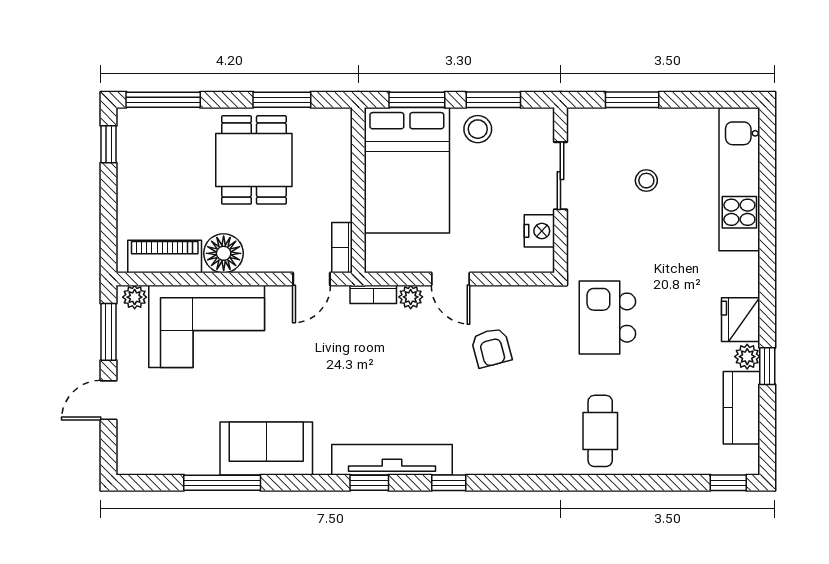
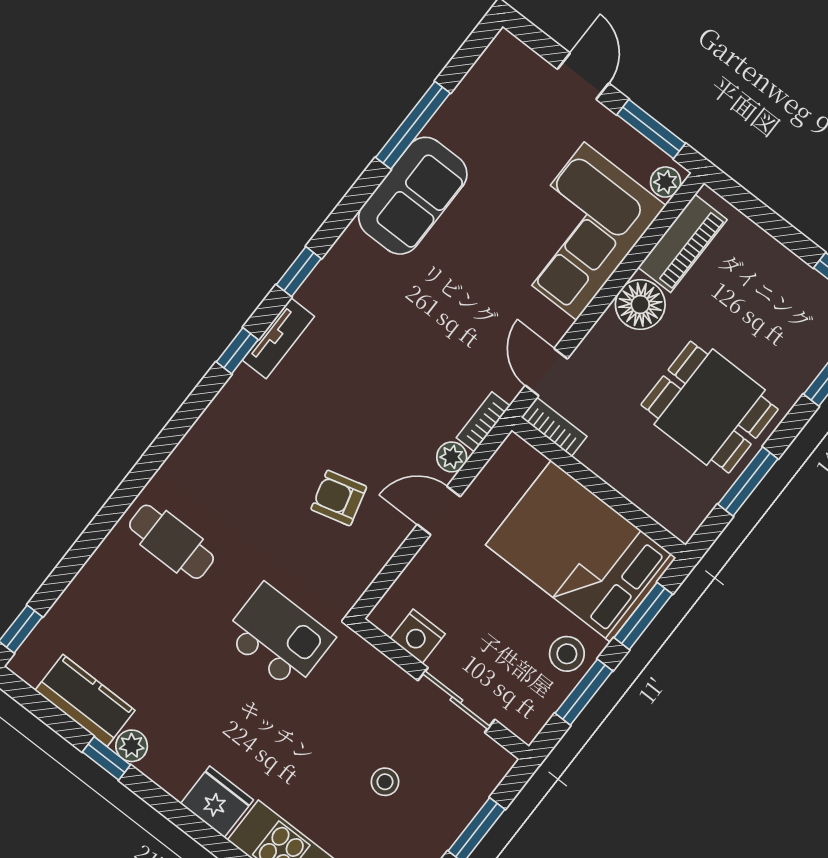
fridge: (741, 320) -> (217, 802), moved
tv unit: (392, 460) -> (278, 338), width x0.52, depth x0.78

